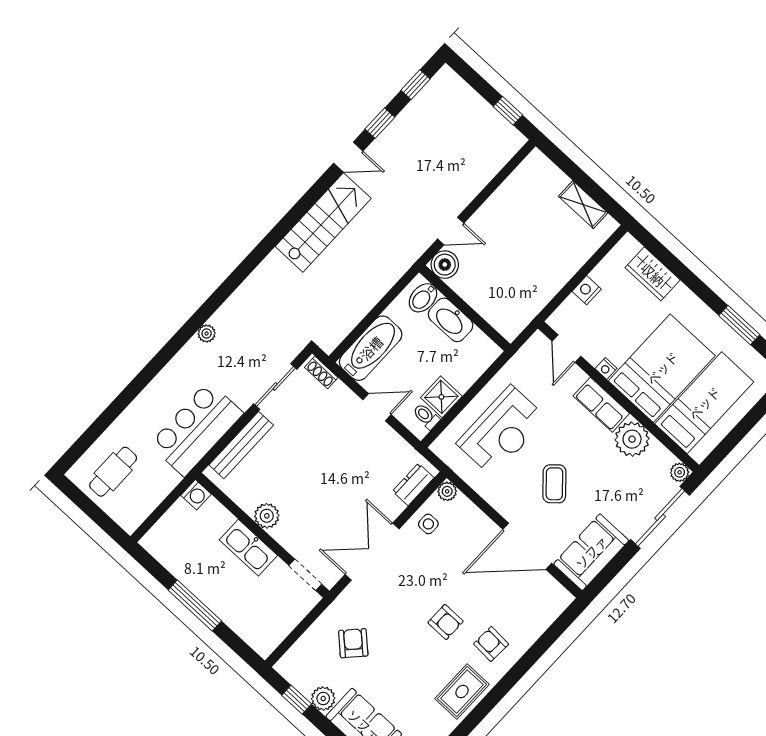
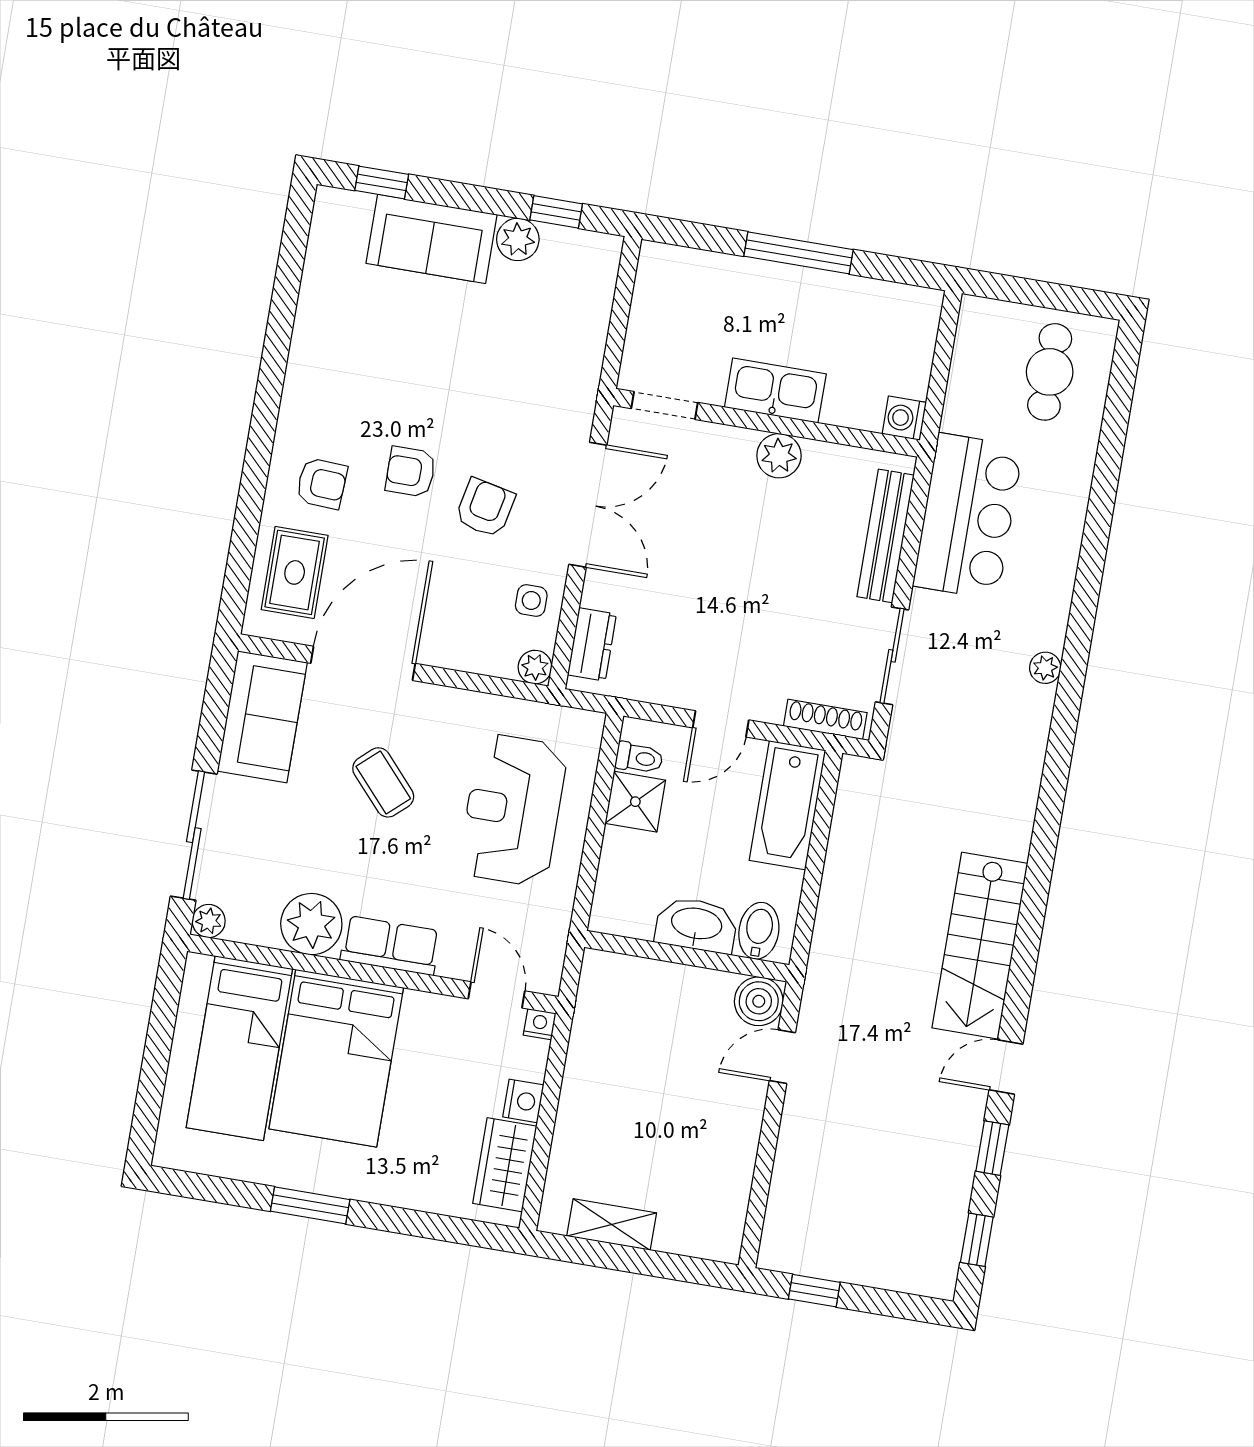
wardrobe: (653, 274) -> (505, 1165), moved, turned -90
window: (739, 325) -> (310, 1205), moved
nightstand: (606, 368) -> (540, 1024), moved
shoe rack: (321, 372) -> (825, 719), width x1.43
armchair: (353, 643) -> (485, 508), moved, turned -121
rug: (462, 692) -> (295, 572), moved

